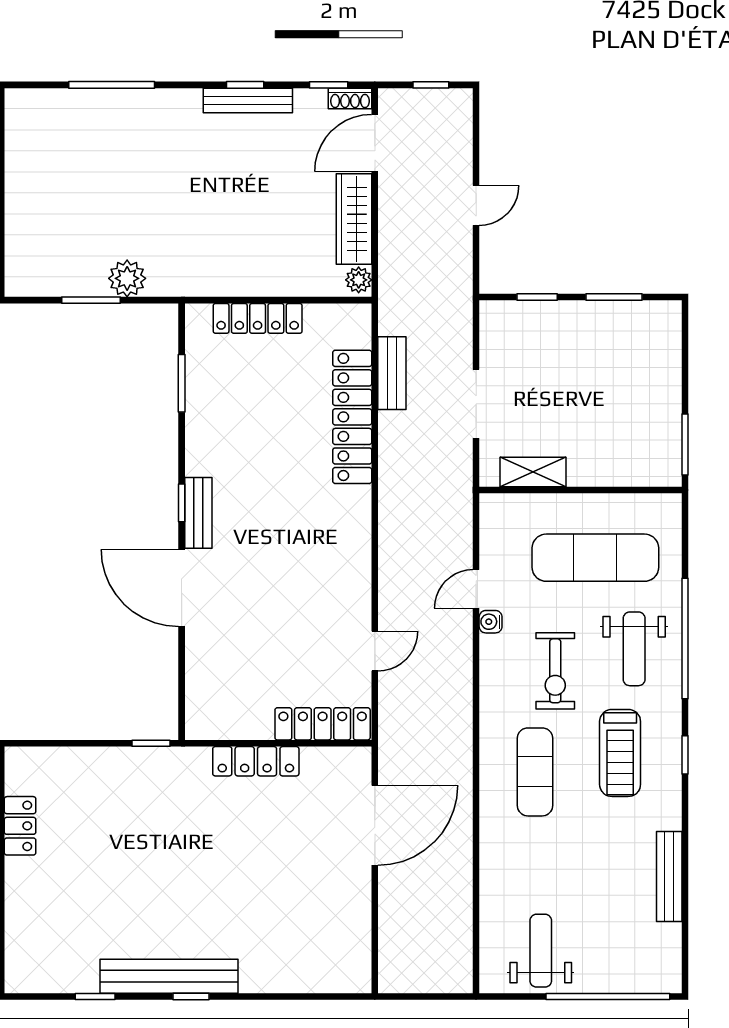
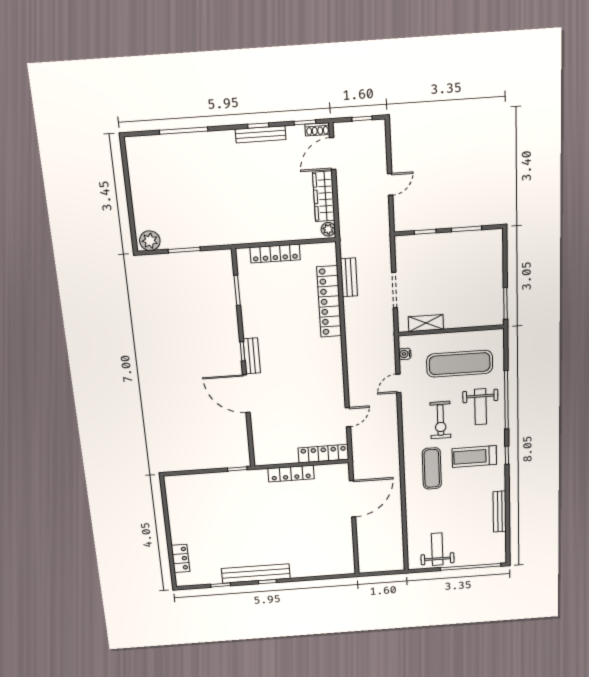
plant: (127, 278) -> (150, 241), moved
water cooler: (491, 622) -> (405, 354), moved
treadmill: (620, 753) -> (474, 457), turned 90
locker: (20, 826) -> (181, 558), moved

